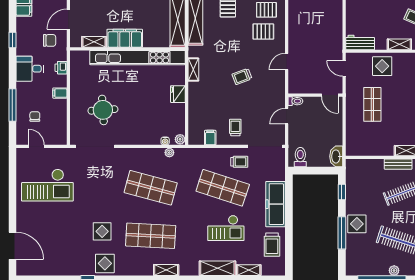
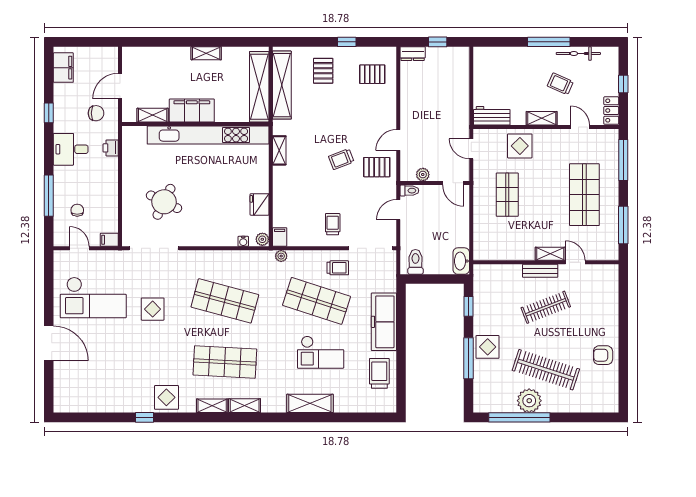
pallet: (263, 32) -> (377, 167), moved
plant: (306, 89) -> (423, 175), added
filing cabinet: (60, 93) -> (109, 240), moved
fridge: (178, 94) -> (260, 204), moved
round table: (103, 110) -> (164, 202), turned 30
filing cabinet: (210, 138) -> (280, 237), moved
plant: (169, 153) -> (281, 256), moved
display table: (102, 231) -> (153, 309), moved
trolley: (272, 245) -> (379, 373), turned 180
door: (12, 246) -> (49, 343), moved
shelving: (249, 270) -> (212, 406), moved
plant: (394, 270) -> (529, 401), width x1.87, depth x1.87

